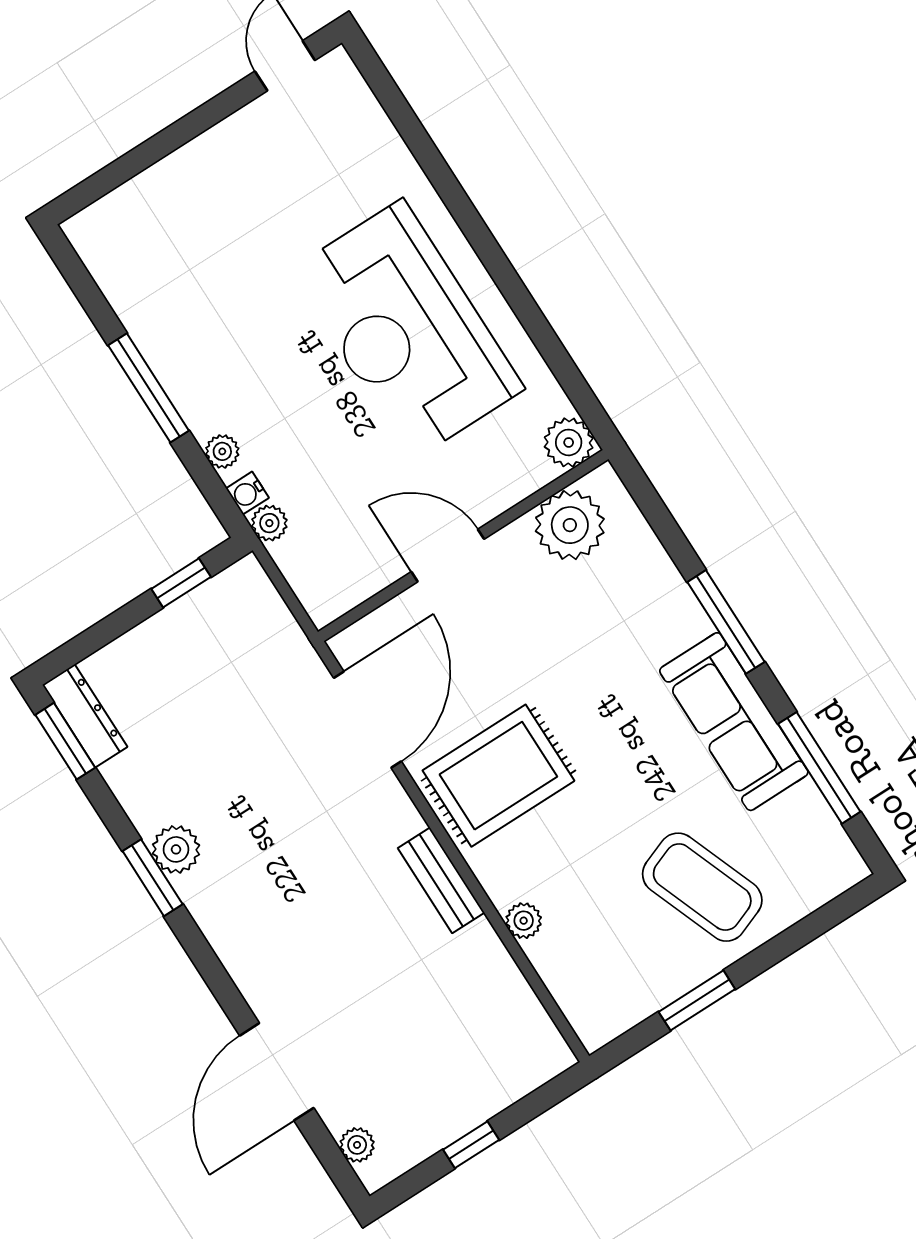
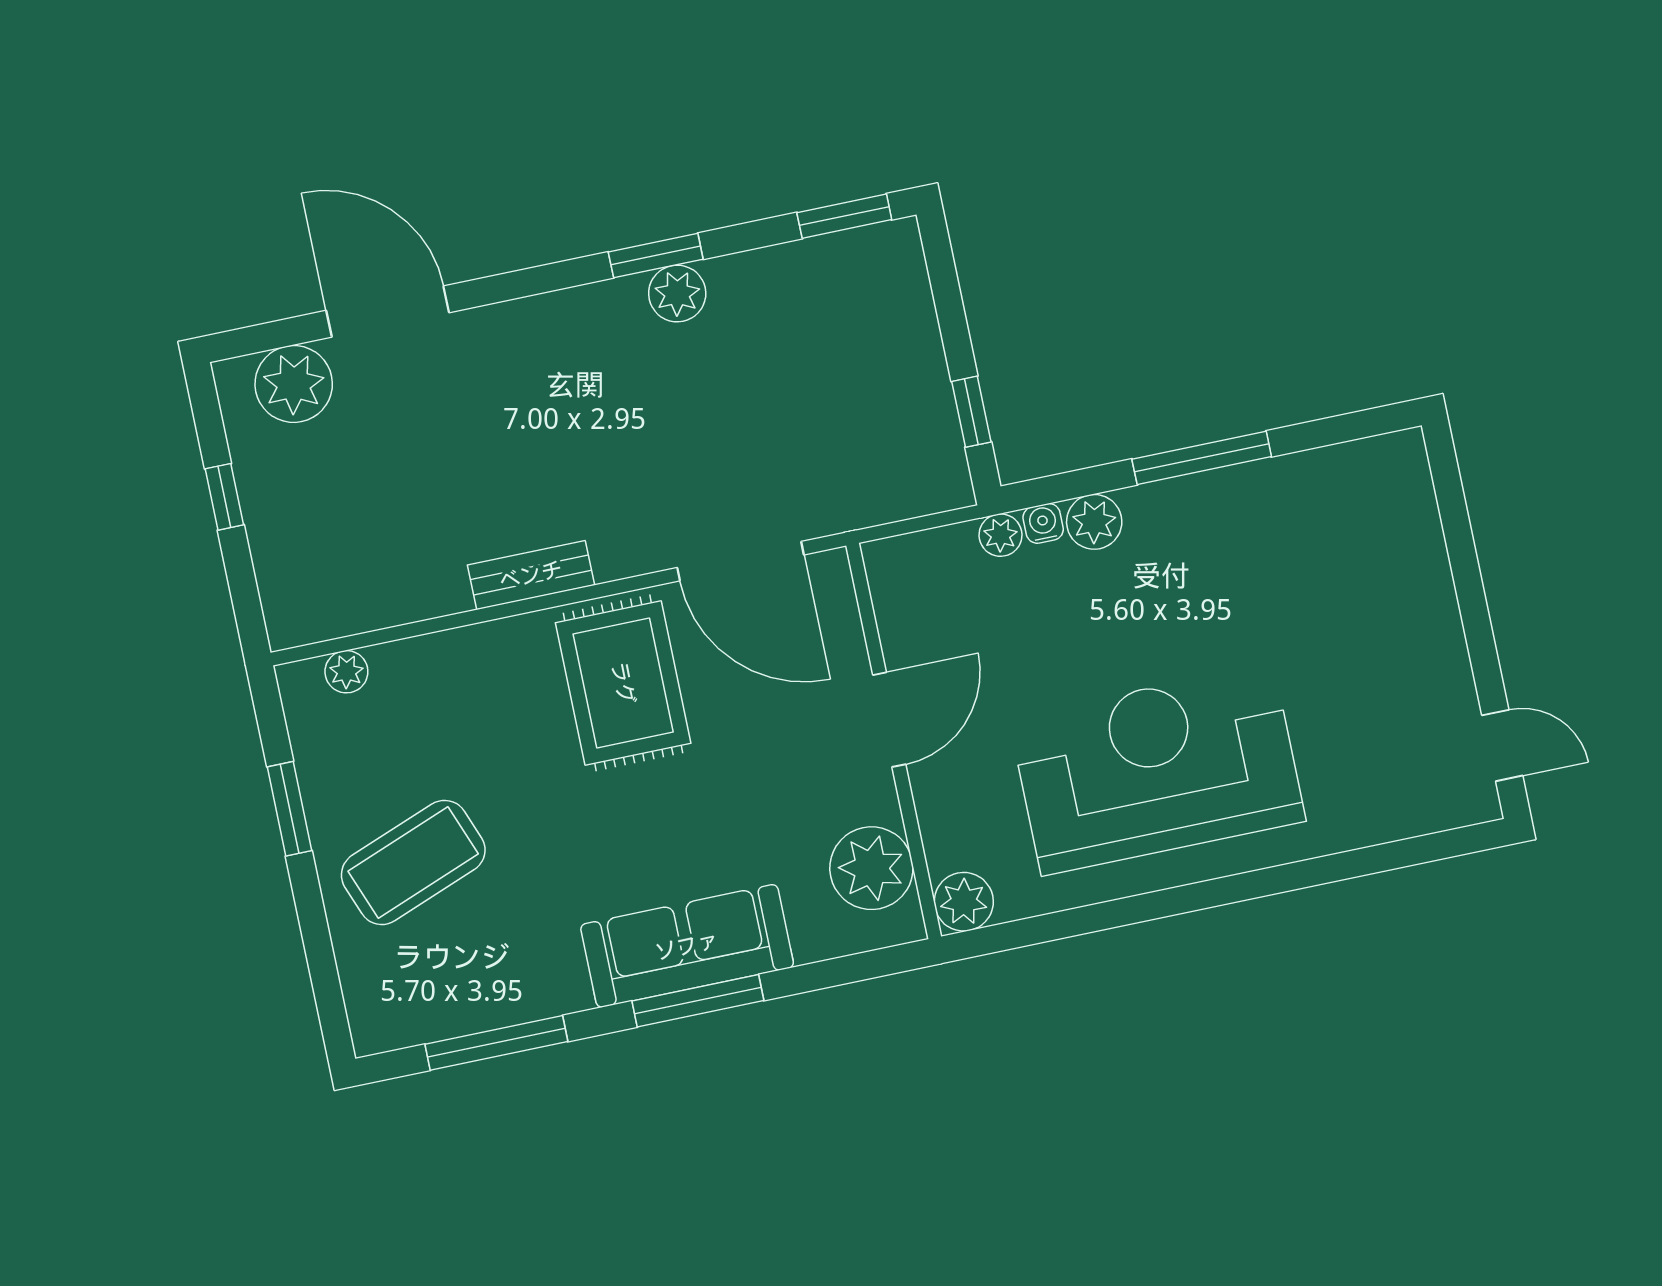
plant: (222, 451) -> (1094, 522), width x1.38, depth x1.38
dresser: (85, 716) -> (864, 249), removed
sofa: (734, 722) -> (687, 946), moved
plant: (524, 921) -> (346, 672), moved
plant: (357, 1145) -> (294, 384), width x1.87, depth x1.87

